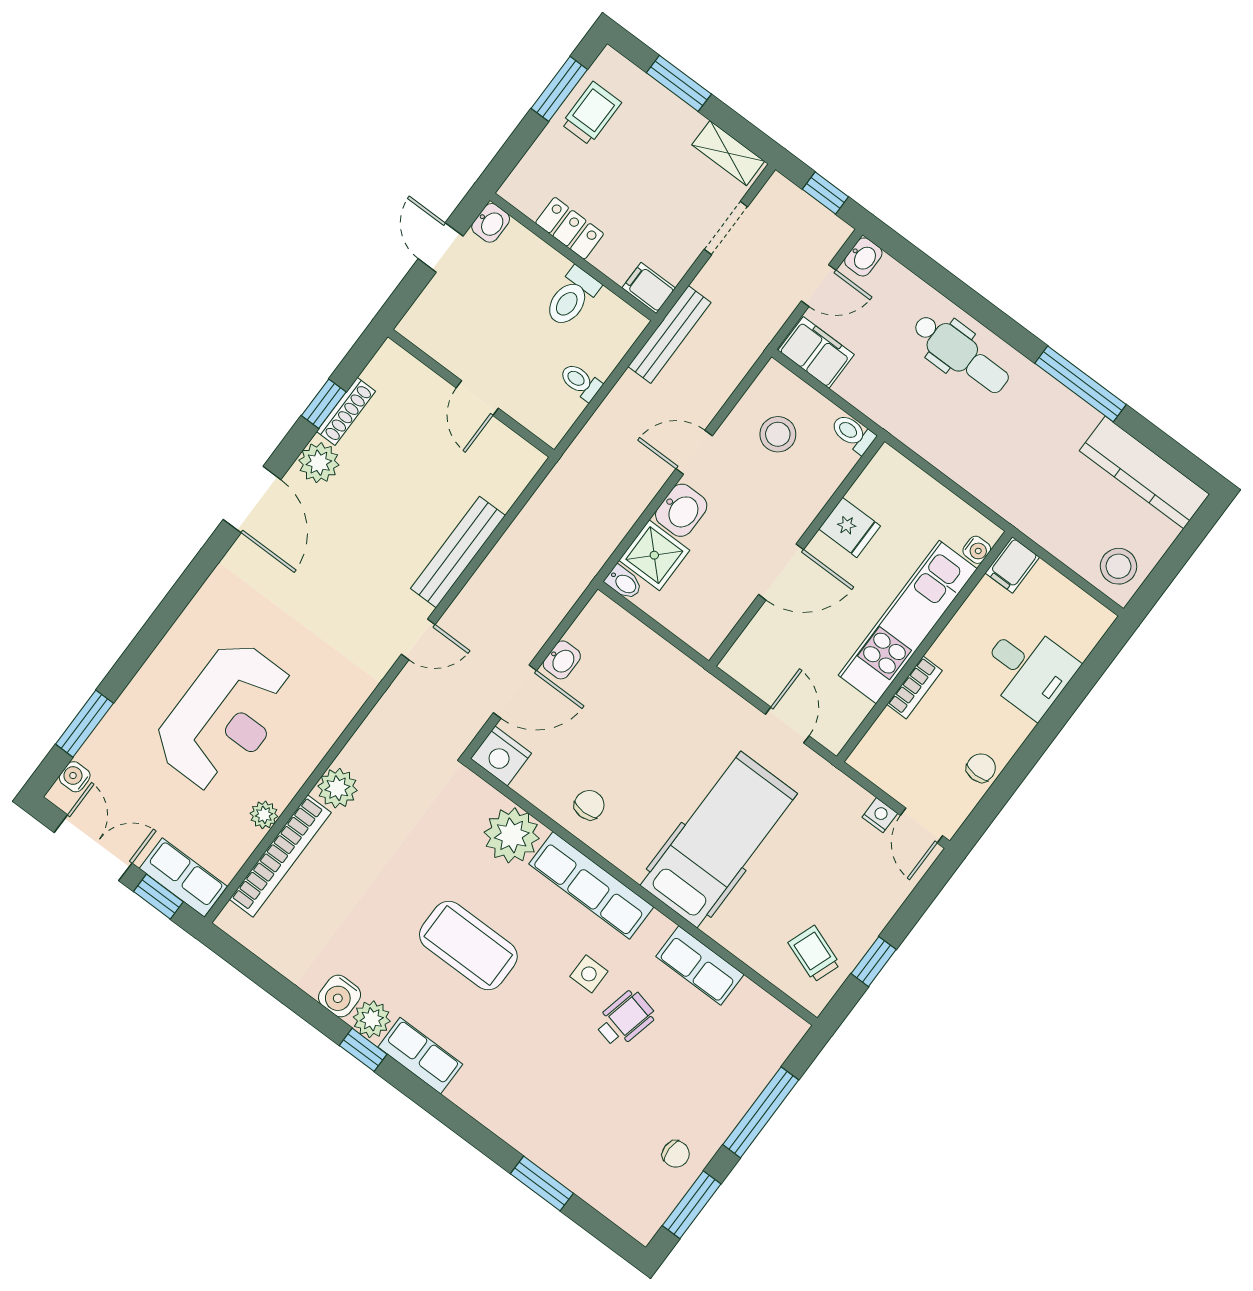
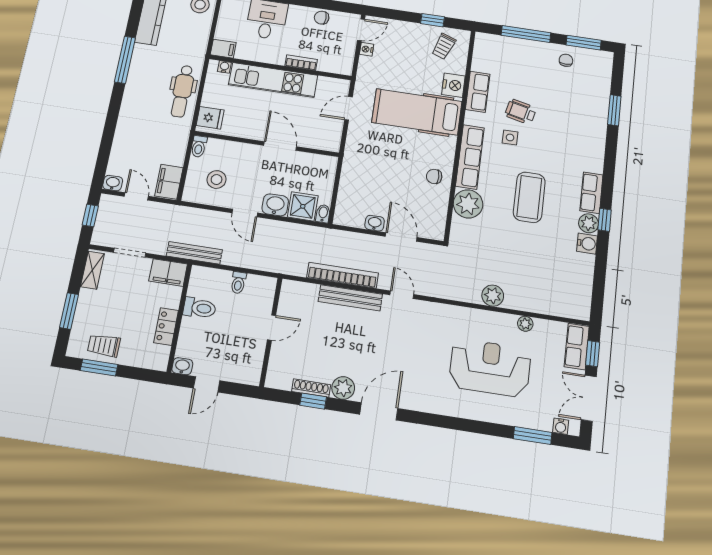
filing cabinet: (649, 288) -> (168, 273), width x2.00
dental chair: (961, 354) -> (182, 91), moved, turned 180
fridge: (850, 527) -> (210, 118), moved, turned 90
nightstand: (501, 756) -> (453, 85), moved
bookcase: (280, 856) -> (343, 275), moved

